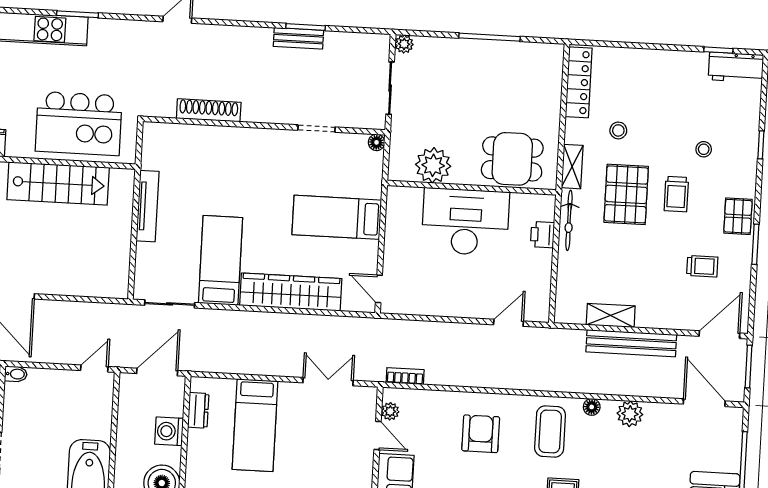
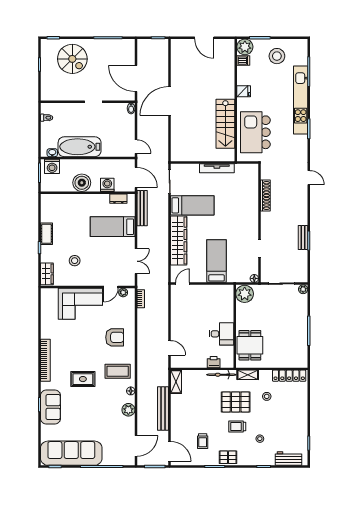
workbench: (736, 67) -> (288, 459), moved, turned 90
plant: (433, 165) -> (245, 294), moved
desk: (465, 222) -> (221, 334), width x0.53, depth x0.77
shelving: (611, 315) -> (176, 382), moved
bench: (220, 363) -> (142, 208), added

